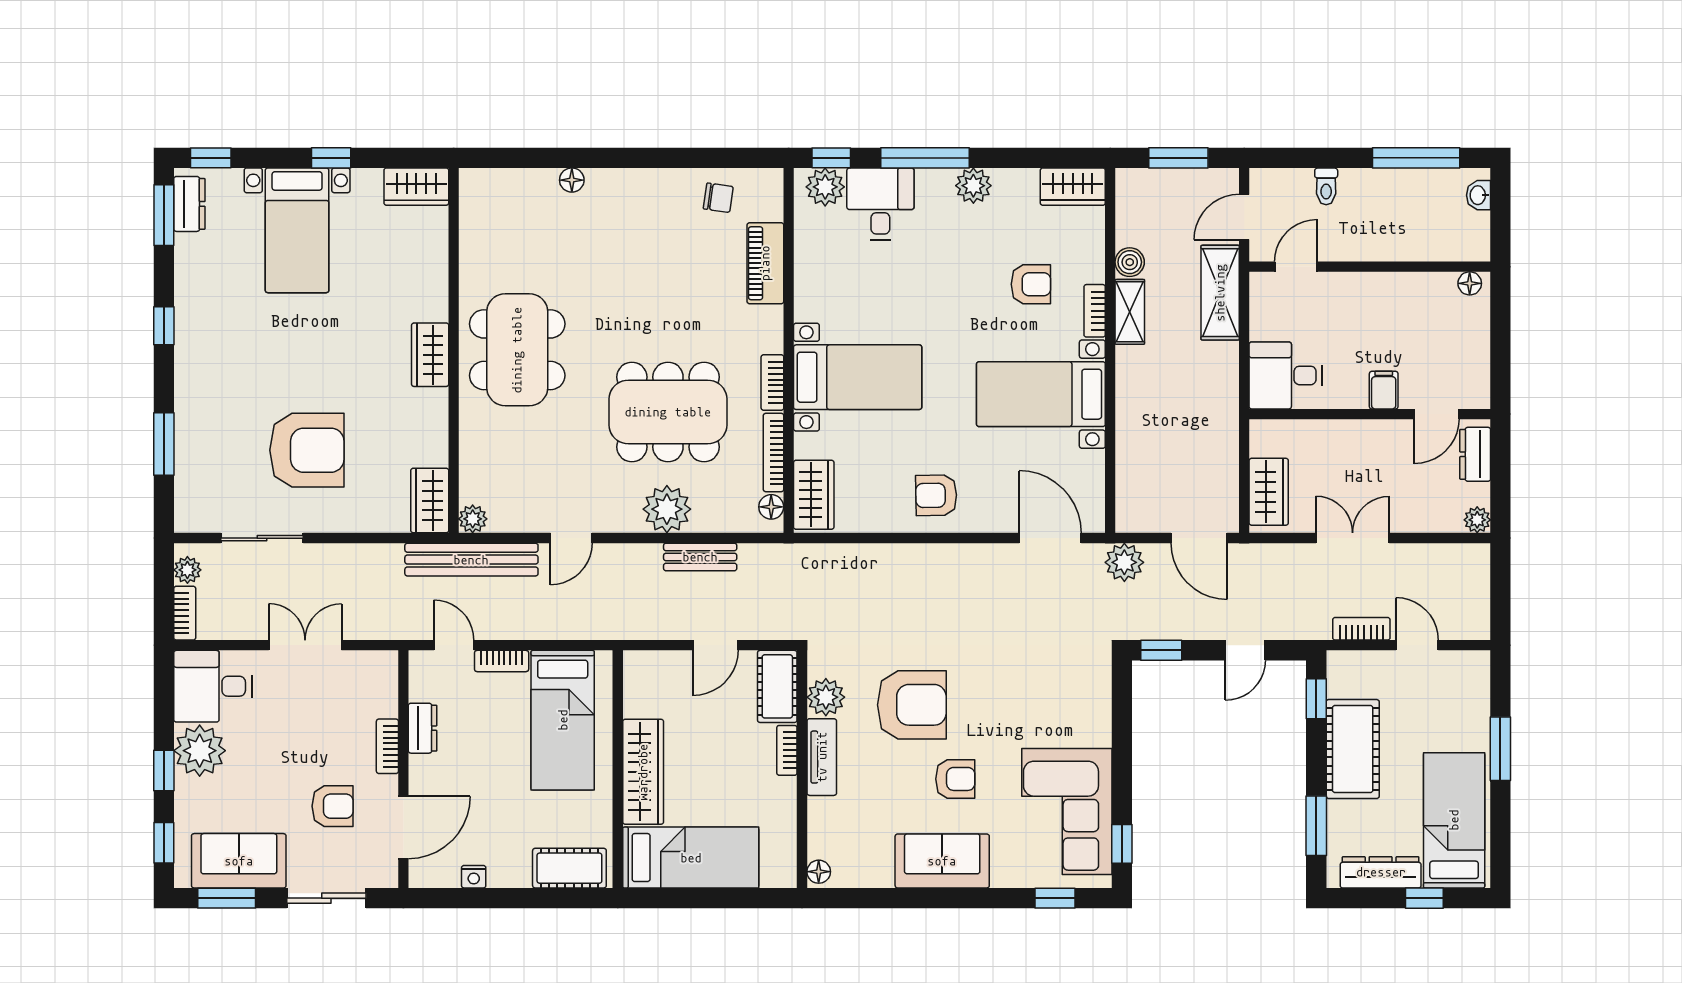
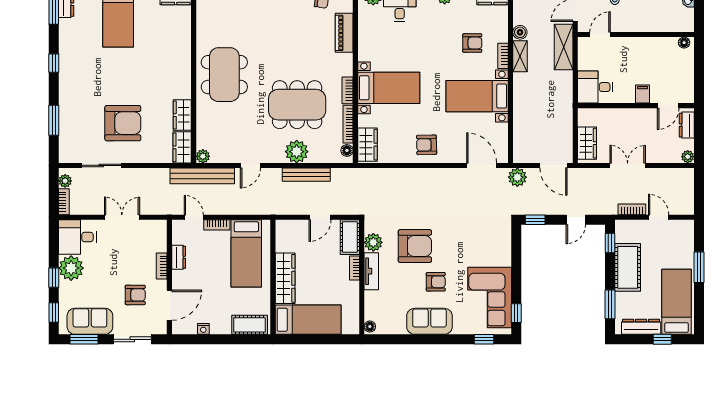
wardrobe: (430, 355) -> (182, 115), moved
bench: (700, 557) -> (306, 175), width x1.36

